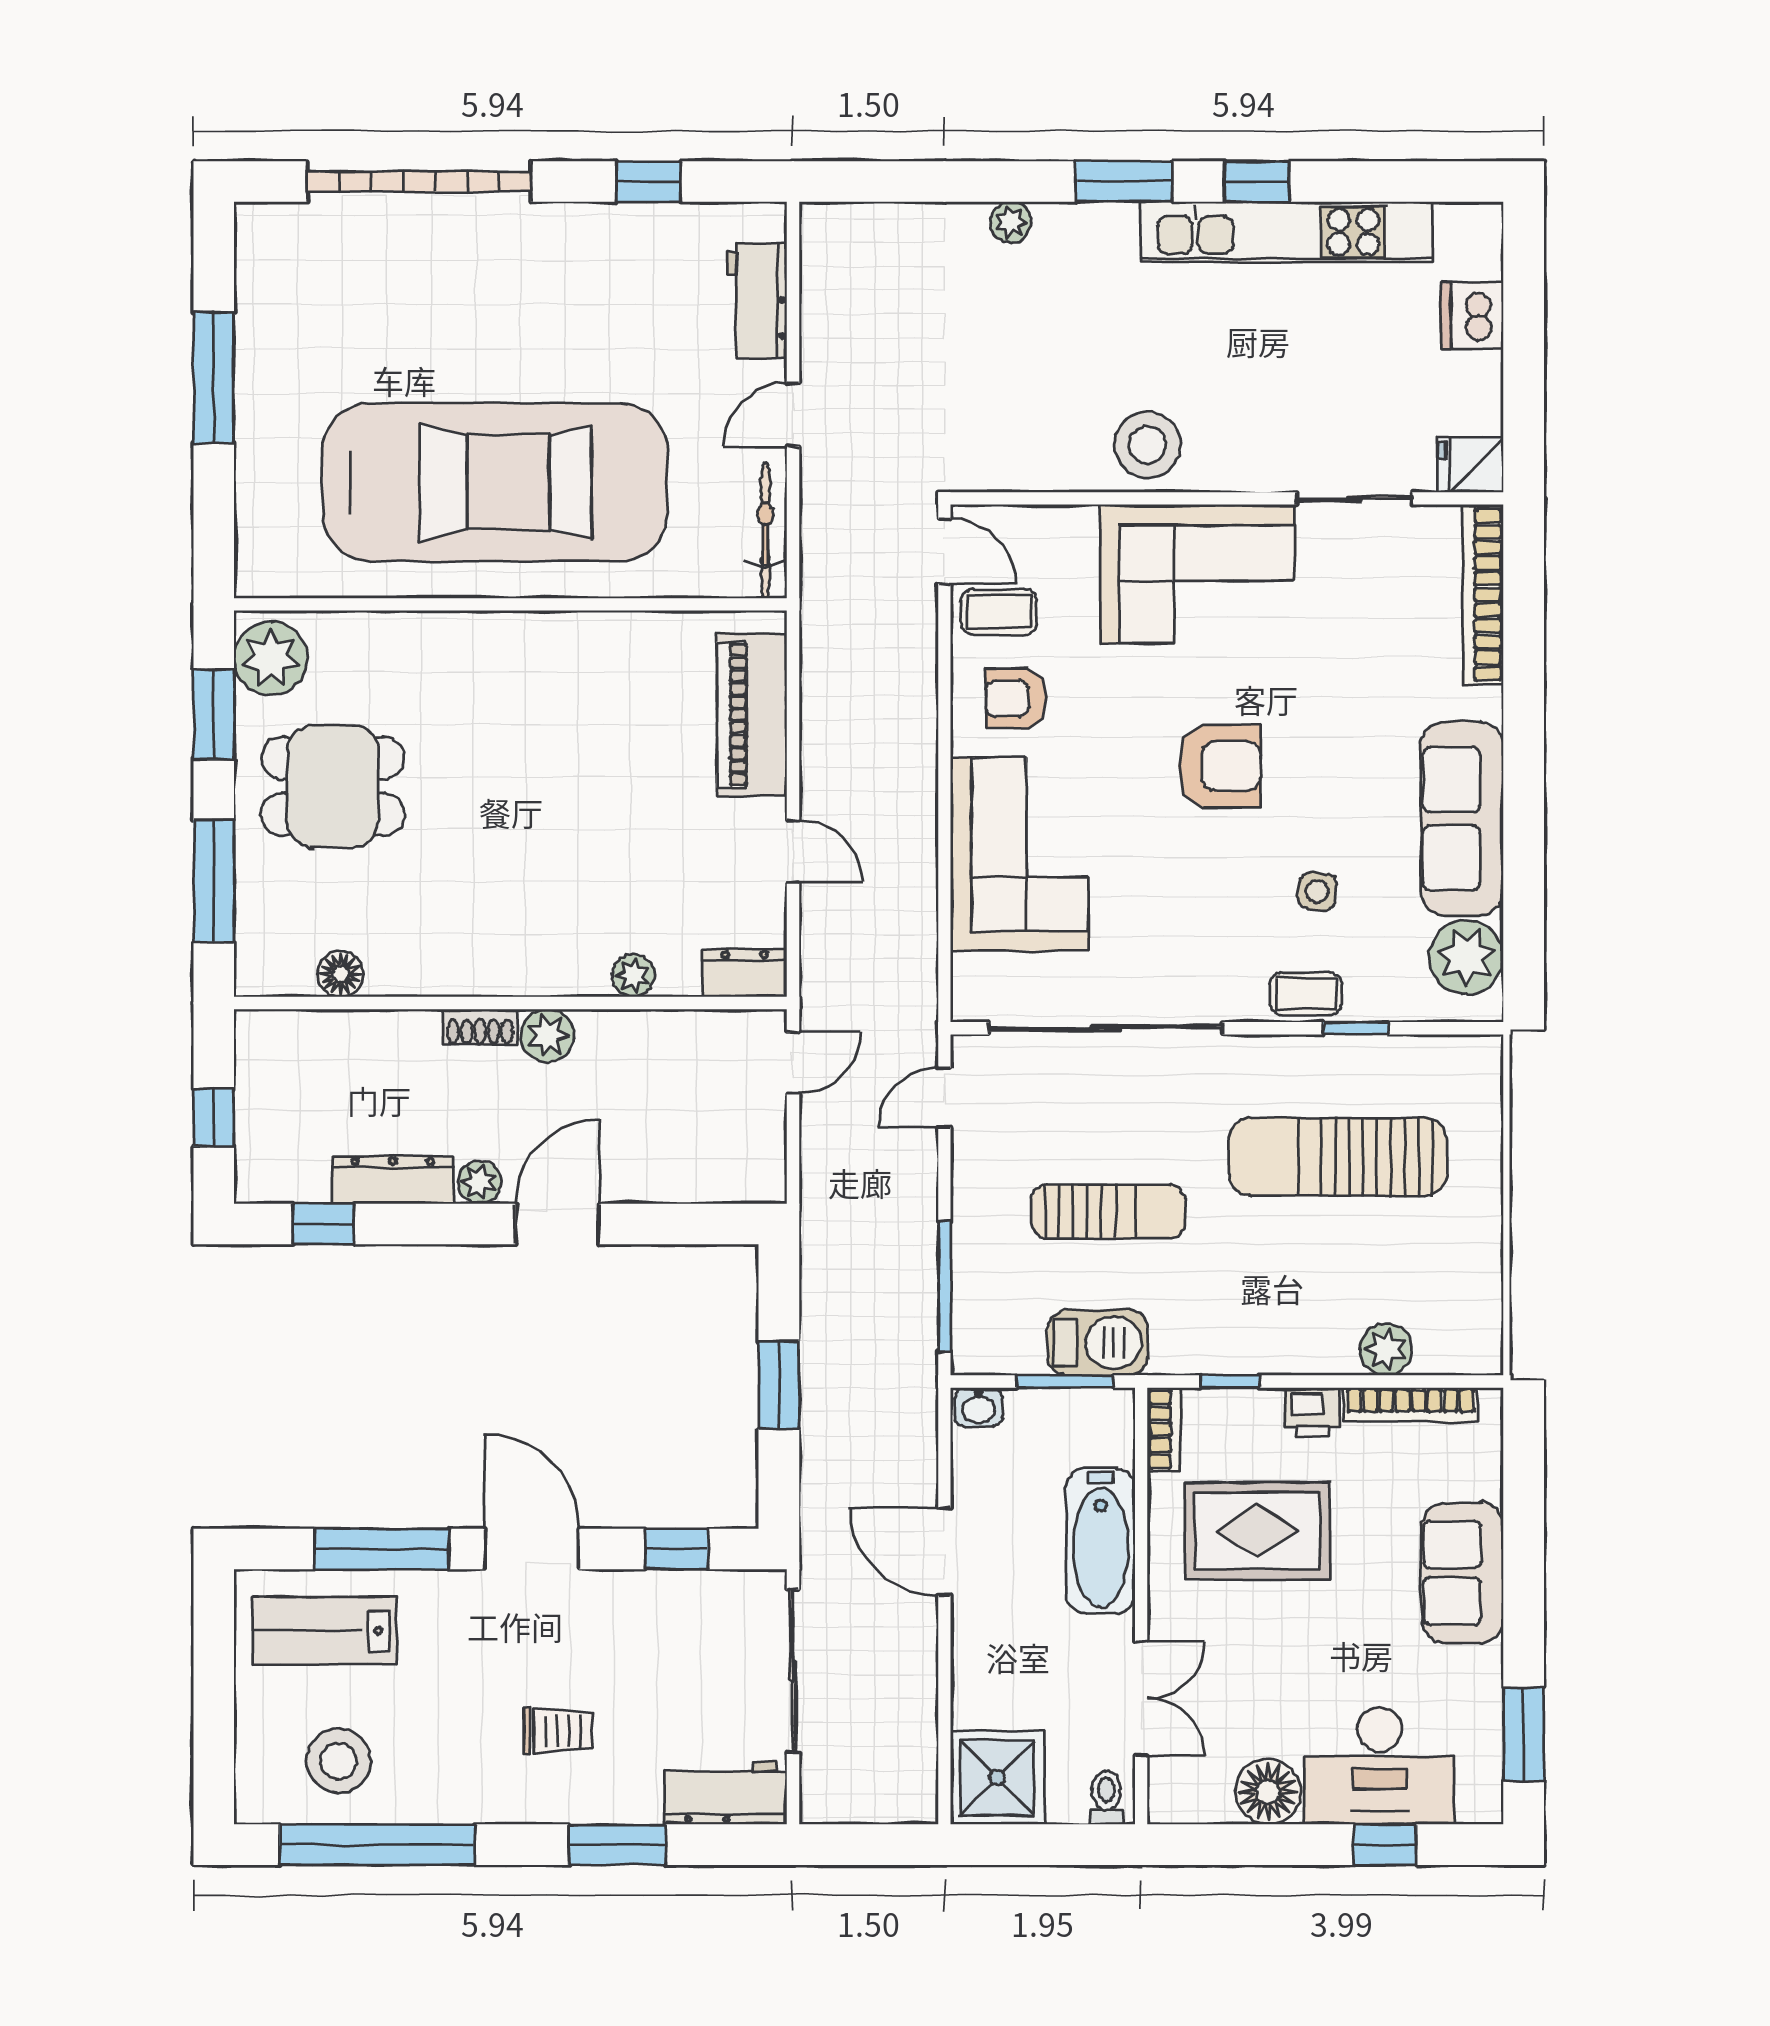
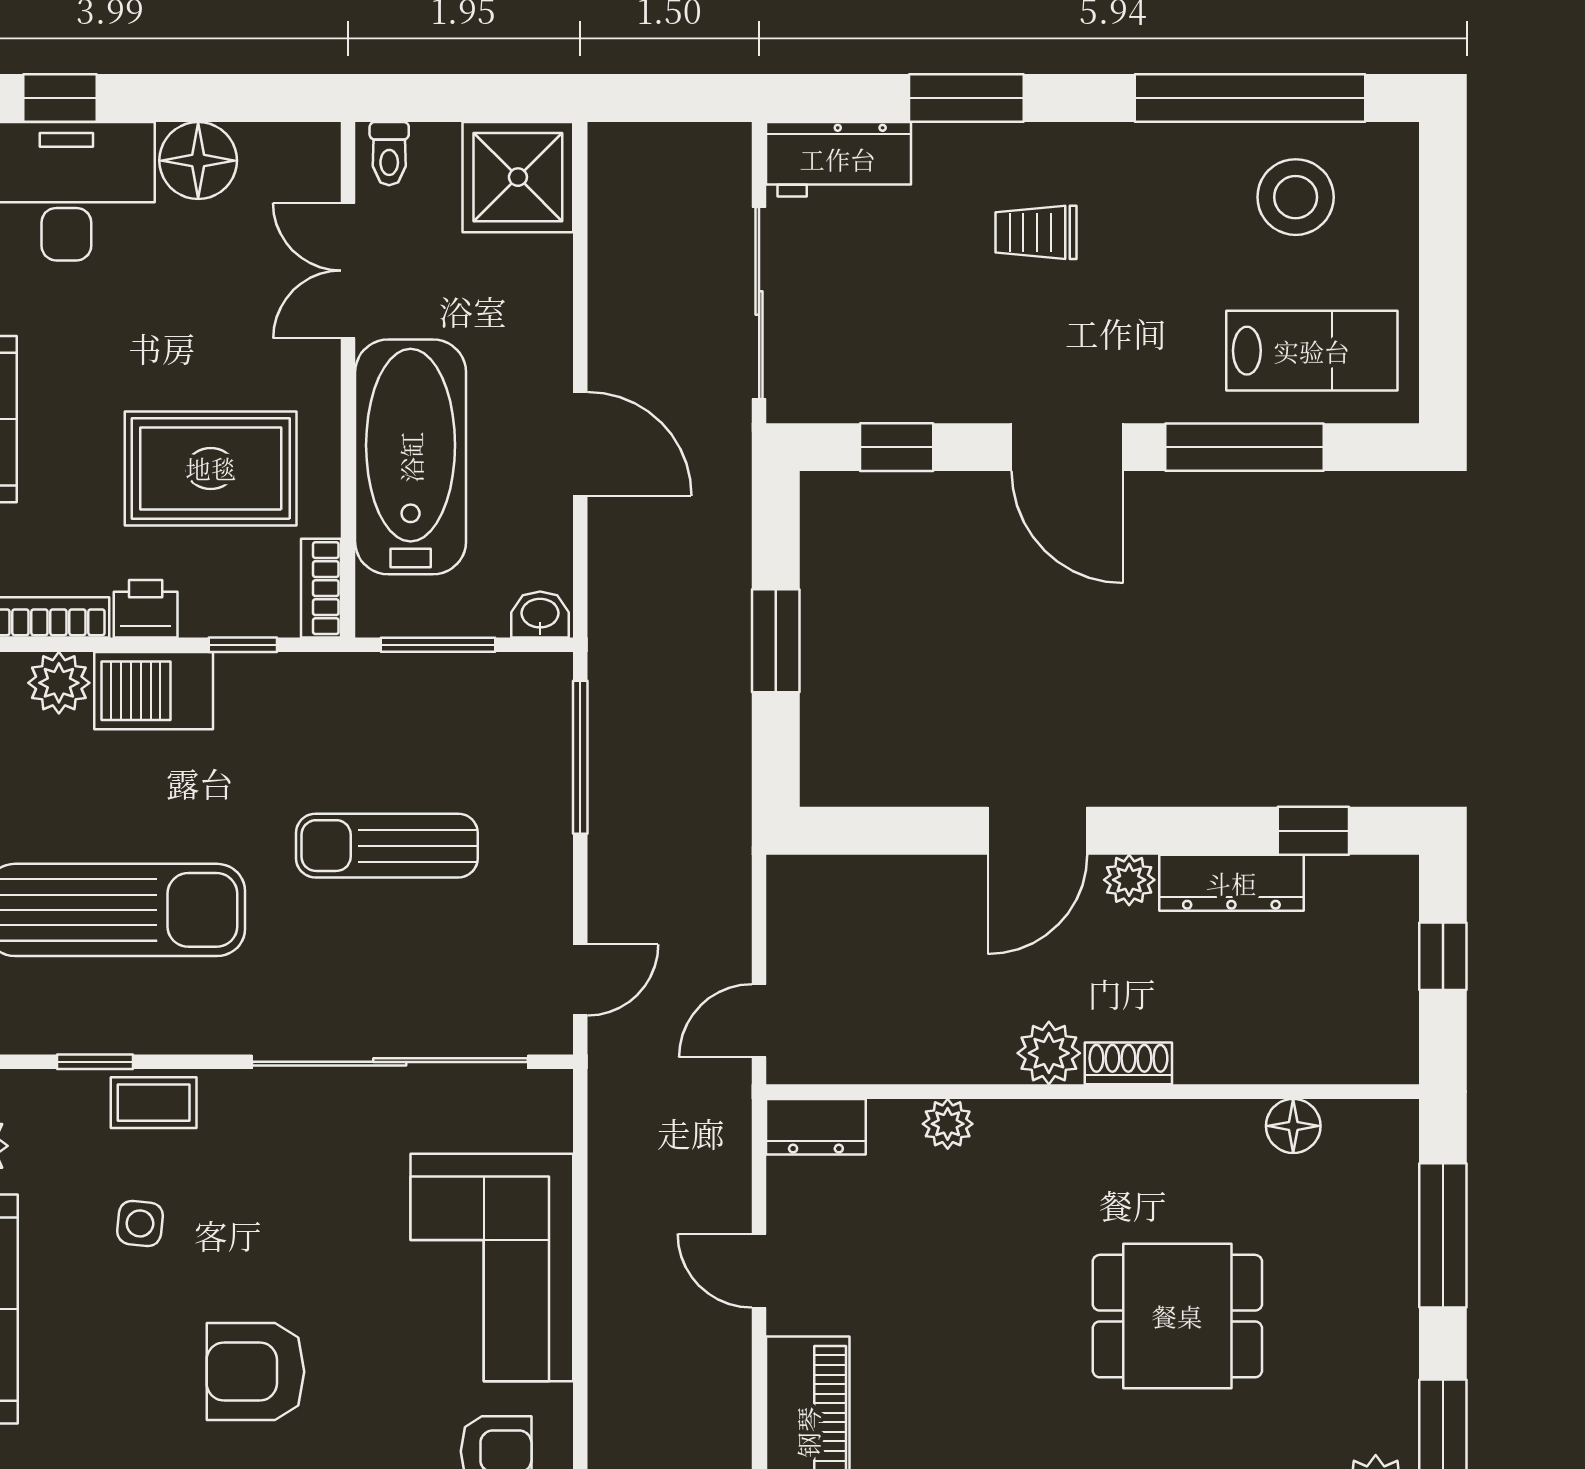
dining table: (333, 786) -> (1177, 1316), moved
barbecue: (1098, 1343) -> (154, 691), moved
bathtub: (1101, 1541) -> (411, 457), width x1.36, depth x1.36

